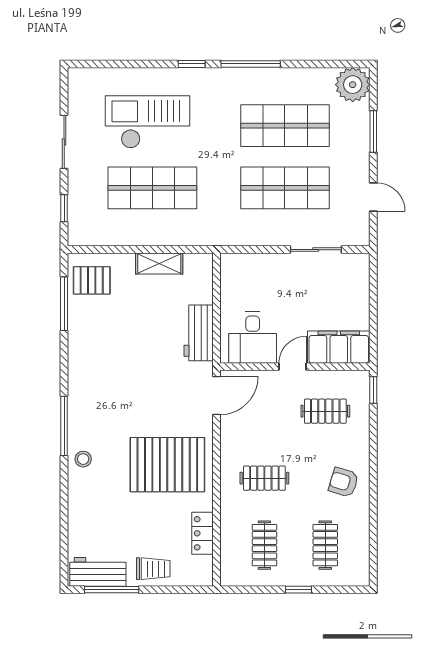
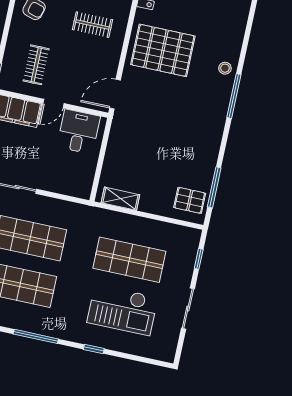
window: (192, 64) -> (94, 349), moved
shelving: (159, 263) -> (120, 199), moved
workbench: (199, 333) -> (118, 144), removed
clothes rail: (325, 411) -> (36, 65), turned 90

